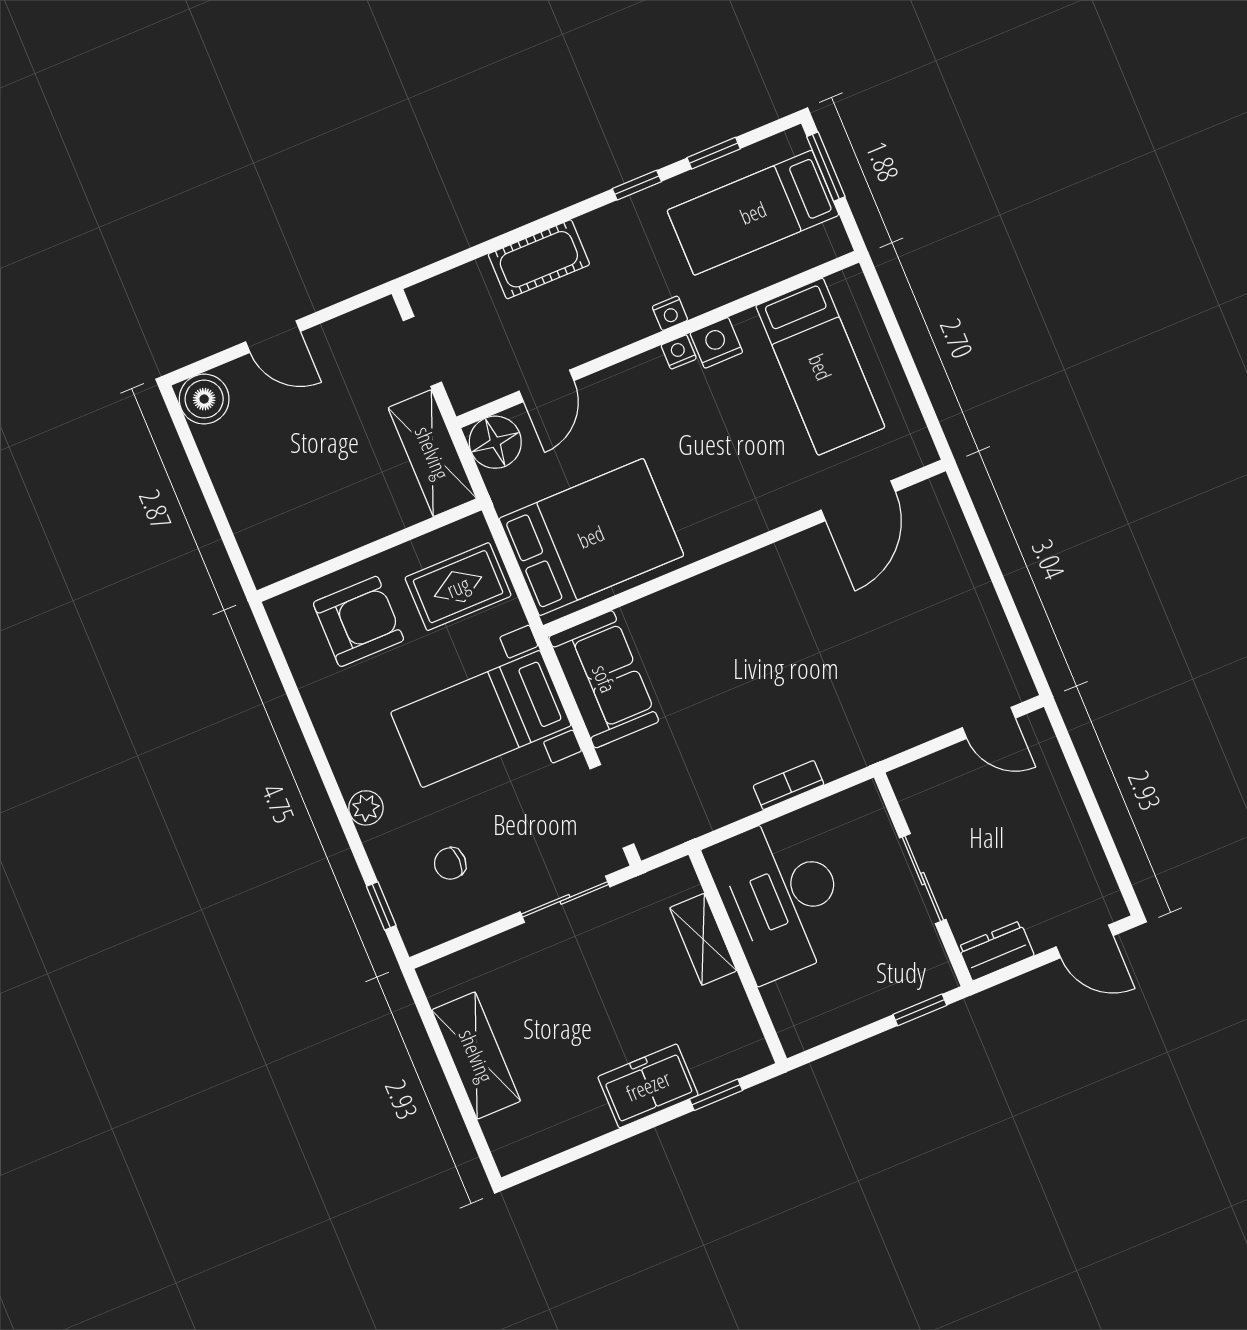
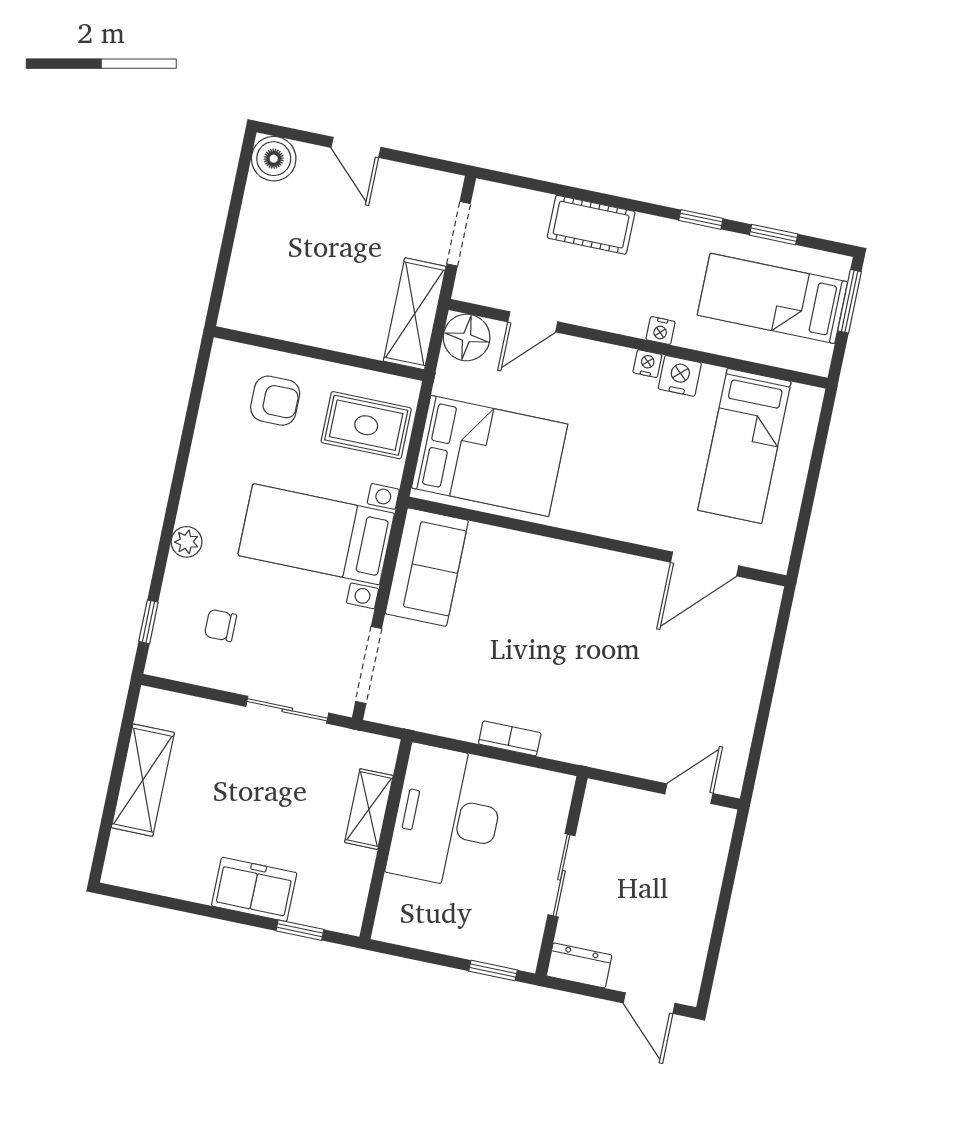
armchair: (358, 621) -> (275, 401), width x0.72, depth x0.72
door: (989, 723) -> (689, 794), swing flipped

